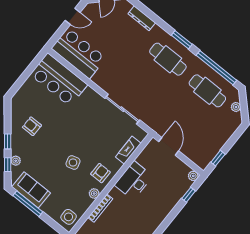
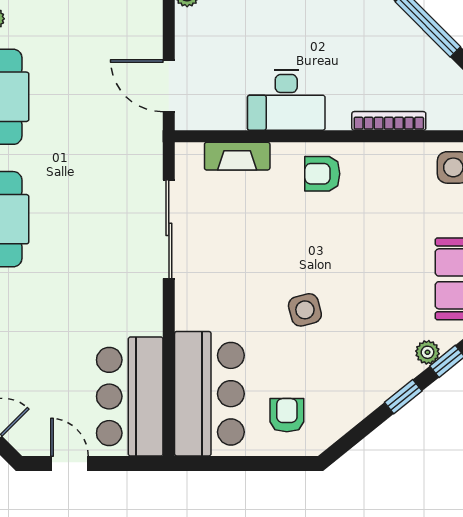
armchair: (32, 126) -> (287, 415), moved, turned 180
door: (169, 146) -> (169, 86), hinge flipped
side table: (73, 162) -> (305, 310), moved
plant: (94, 193) -> (370, 155), removed

